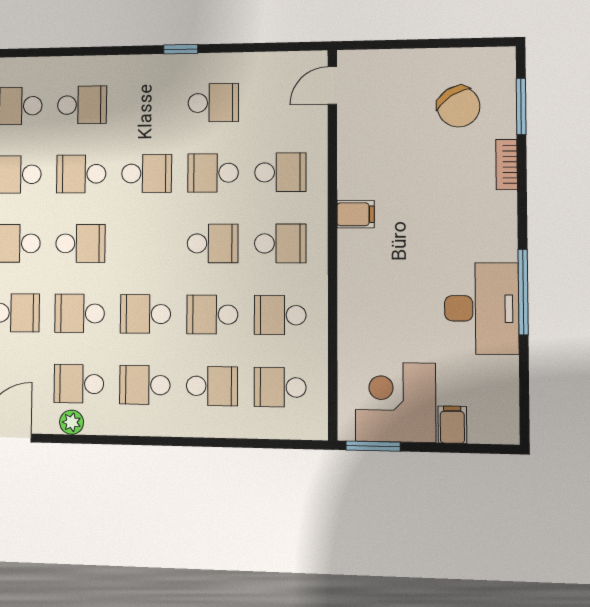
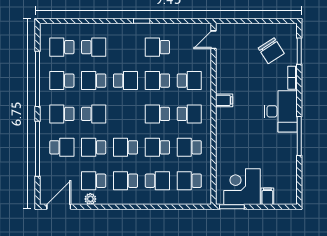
school desk: (213, 103) -> (157, 47), turned 180
school desk: (213, 243) -> (157, 114), turned 180
desk: (481, 309) -> (281, 111), moved

